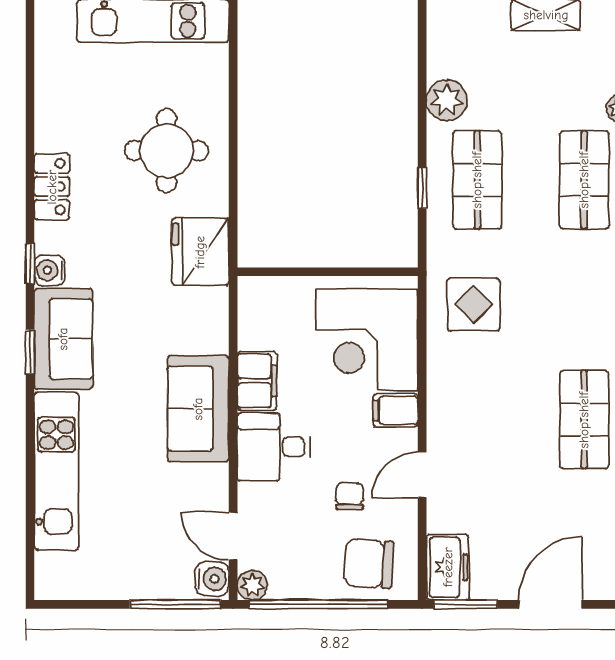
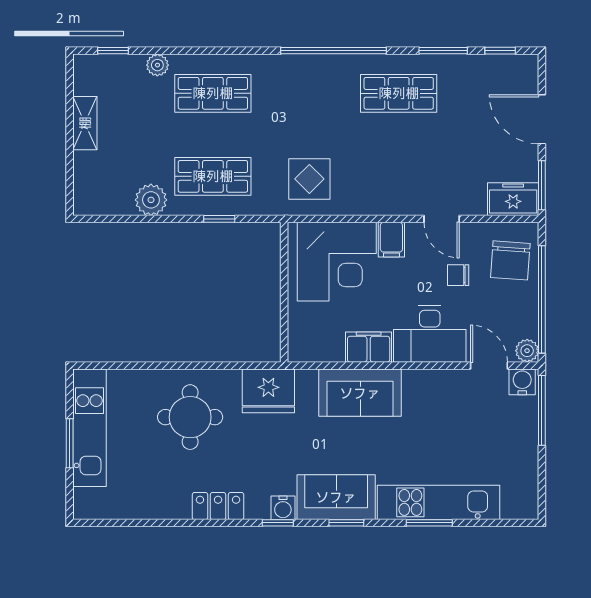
sofa: (198, 409) -> (360, 393), moved
desk: (274, 447) -> (430, 334), width x1.37
window: (30, 459) -> (429, 523), added
door: (233, 536) -> (489, 366), swing flipped

